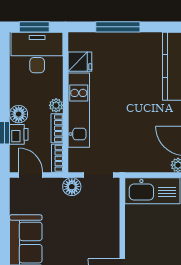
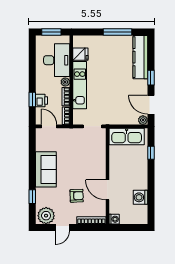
window: (118, 27) -> (118, 32), moved
desk: (37, 53) -> (57, 60), moved, turned 90
floor lamp: (19, 114) -> (41, 88), removed
floor lamp: (72, 187) -> (75, 134), removed

